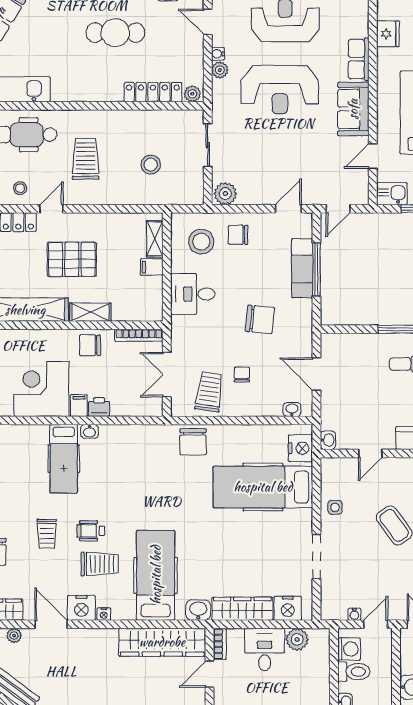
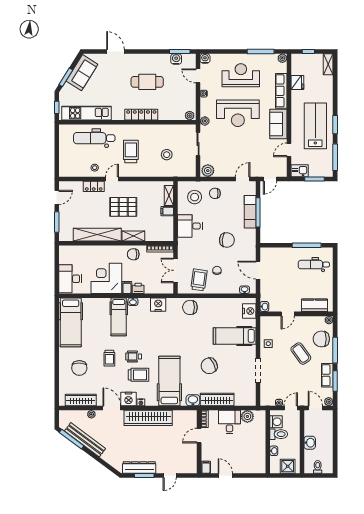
row of seats: (359, 59) -> (281, 91), width x1.48
plant: (220, 70) -> (205, 121), moved
locker: (153, 92) -> (141, 115), moved
chair: (193, 442) -> (190, 307), turned 90
hospital bed: (263, 487) -> (235, 336), width x0.73, depth x0.78
chair: (228, 548) -> (209, 366), added
nightstand: (288, 608) -> (158, 305), moved, turned 180
wardrobe: (162, 642) -> (148, 418), moved

